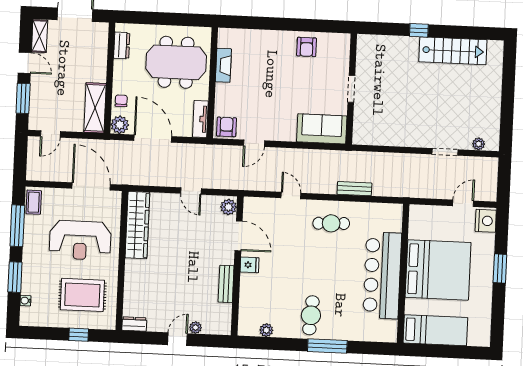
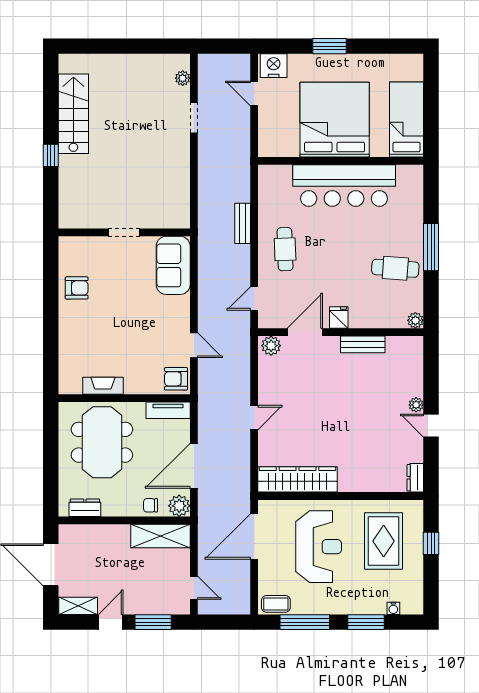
plant: (229, 207) -> (271, 346), moved
door: (239, 236) -> (305, 332), moved
fridge: (250, 265) -> (339, 318), moved
wall: (237, 266) -> (341, 332), moved
bench: (226, 284) -> (363, 344), moved

